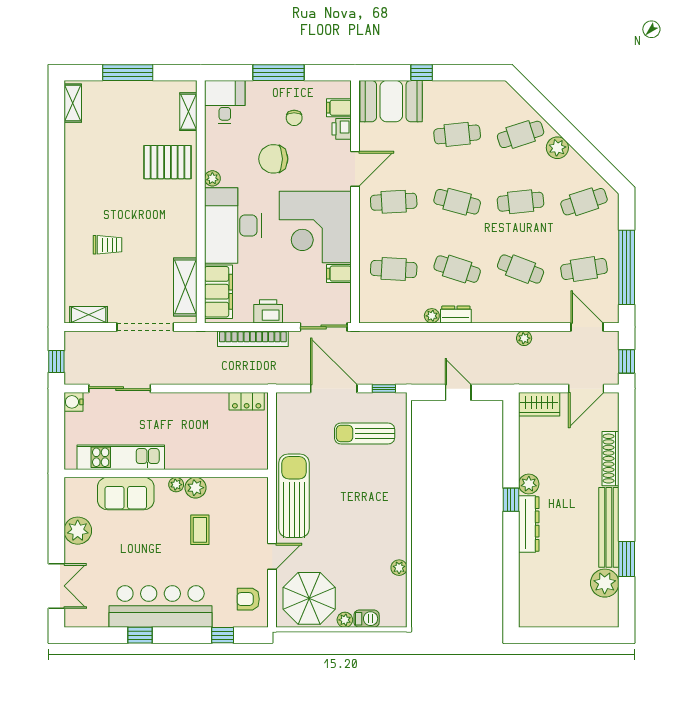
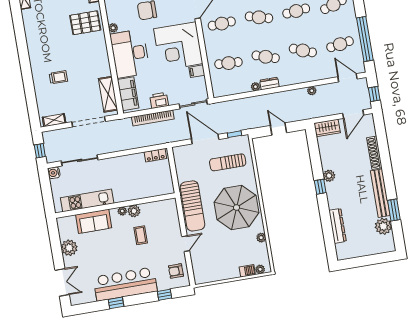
sun lounger: (294, 496) -> (193, 206), turned 180
dresser: (529, 524) -> (338, 226), moved
parasol: (309, 598) -> (237, 208), moved, width x1.36, depth x1.36
plant: (345, 620) -> (260, 269), moved

